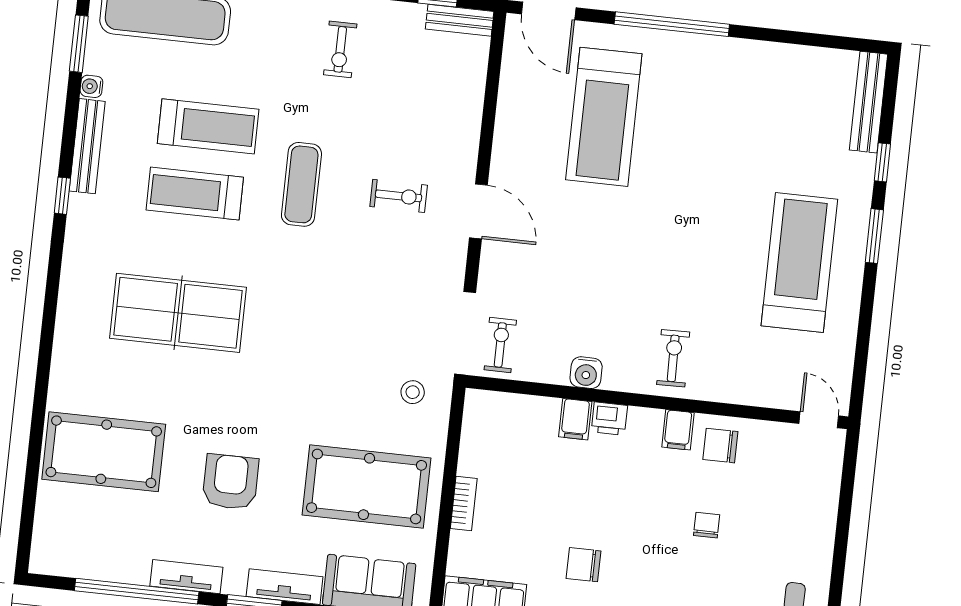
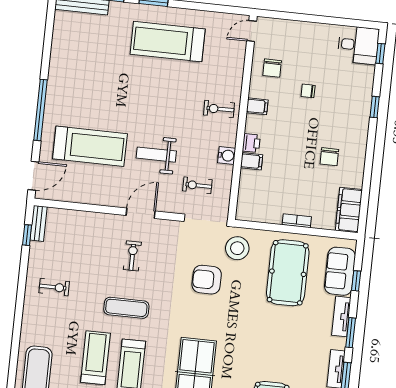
weight bench: (588, 241) -> (156, 155), added
exercise bike: (500, 345) -> (197, 185), moved
stool: (413, 392) -> (237, 248), width x1.89, depth x1.89
chair: (720, 446) -> (272, 68), moved
armchair: (230, 482) -> (207, 280), moved

